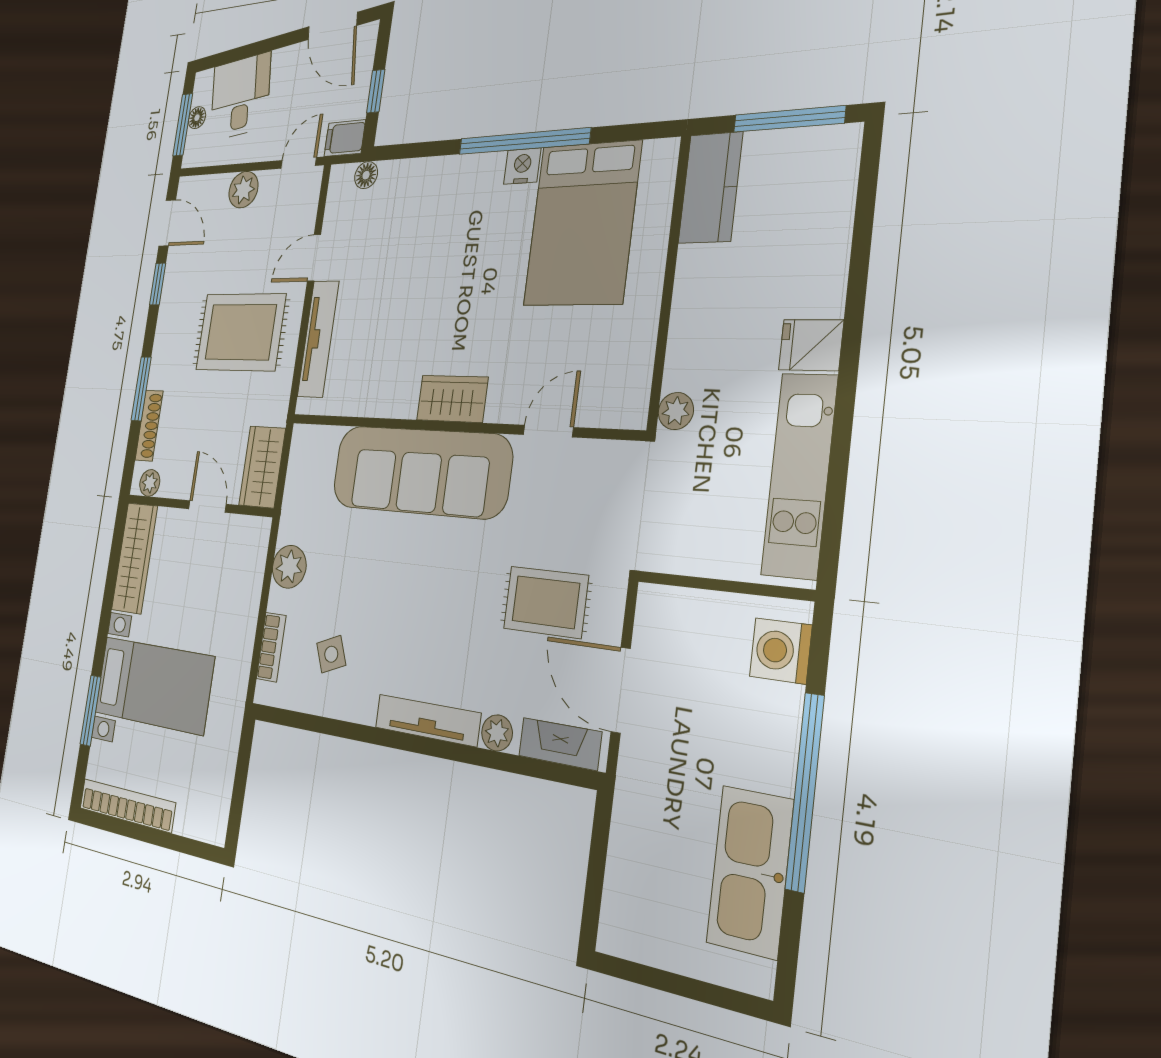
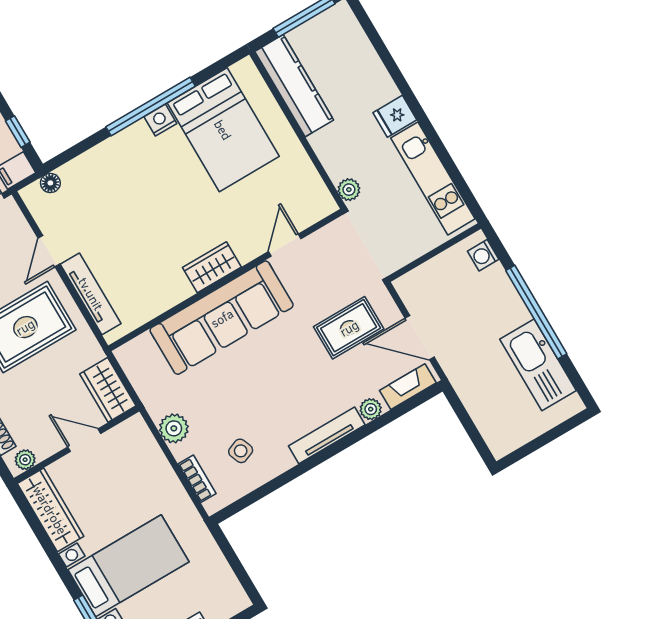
kitchen counter: (710, 188) -> (294, 86), width x1.50
washing machine: (781, 651) -> (483, 255), width x0.73, depth x0.73

